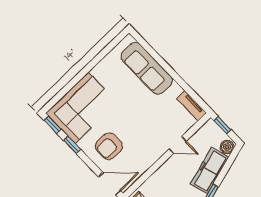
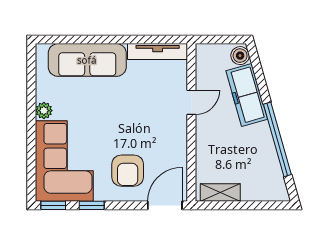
plant: (98, 71) -> (44, 111), added
tv unit: (192, 106) -> (158, 52), width x1.41
window: (222, 125) -> (214, 39), removed

